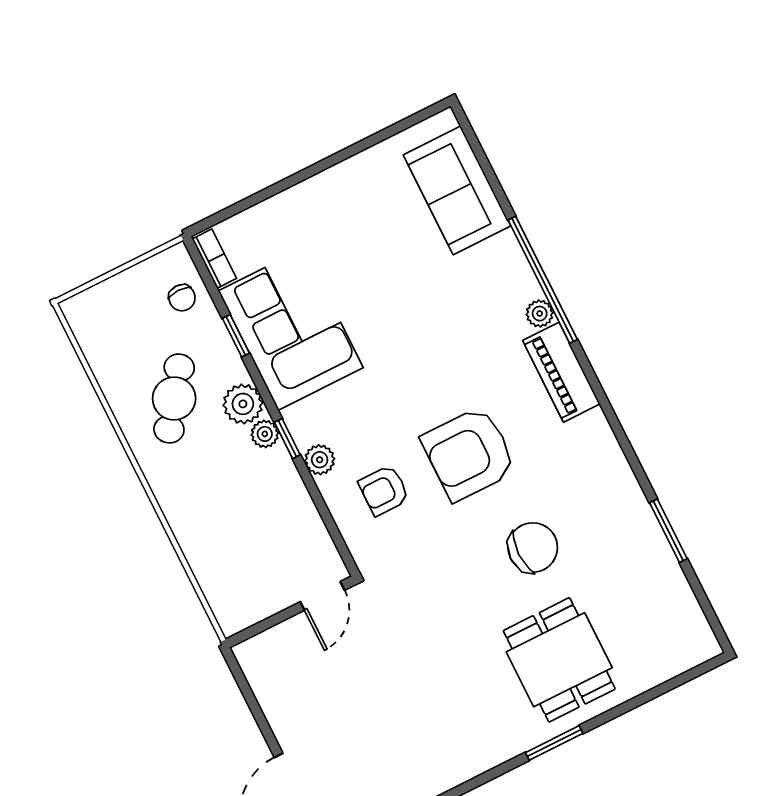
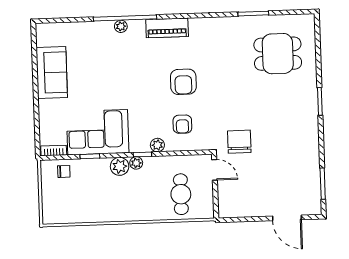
sofa: (457, 190) -> (52, 72), moved, turned -90
plant: (540, 314) -> (121, 26), moved
cafe table: (174, 398) -> (181, 194), moved, turned 54
armchair: (469, 454) -> (183, 82), width x0.73, depth x0.73
chair: (533, 548) -> (239, 142), moved
dining table: (559, 660) -> (278, 54), moved

